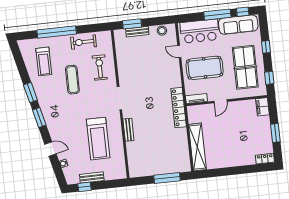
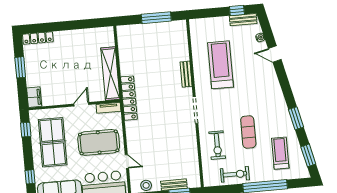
window: (266, 47) -> (30, 177), moved
window: (39, 117) -> (308, 155), moved
shelving: (197, 147) -> (110, 74), moved
locker: (265, 159) -> (38, 38), width x1.53
bench: (92, 178) -> (243, 20), moved
window: (167, 178) -> (156, 18), moved

